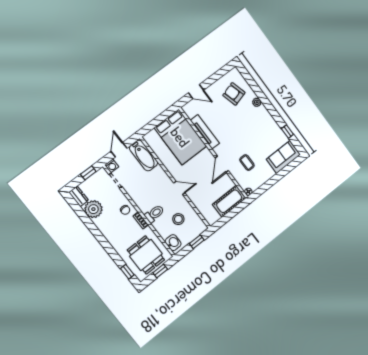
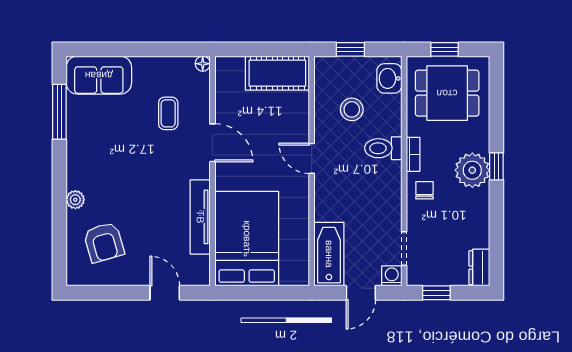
window: (287, 132) -> (59, 112), width x2.17
door: (222, 164) -> (212, 143), hinge flipped
cot: (229, 201) -> (277, 73), moved
plant: (93, 209) -> (472, 170), moved
dining table: (146, 255) -> (447, 93), turned 90
window: (127, 272) -> (496, 166), moved

